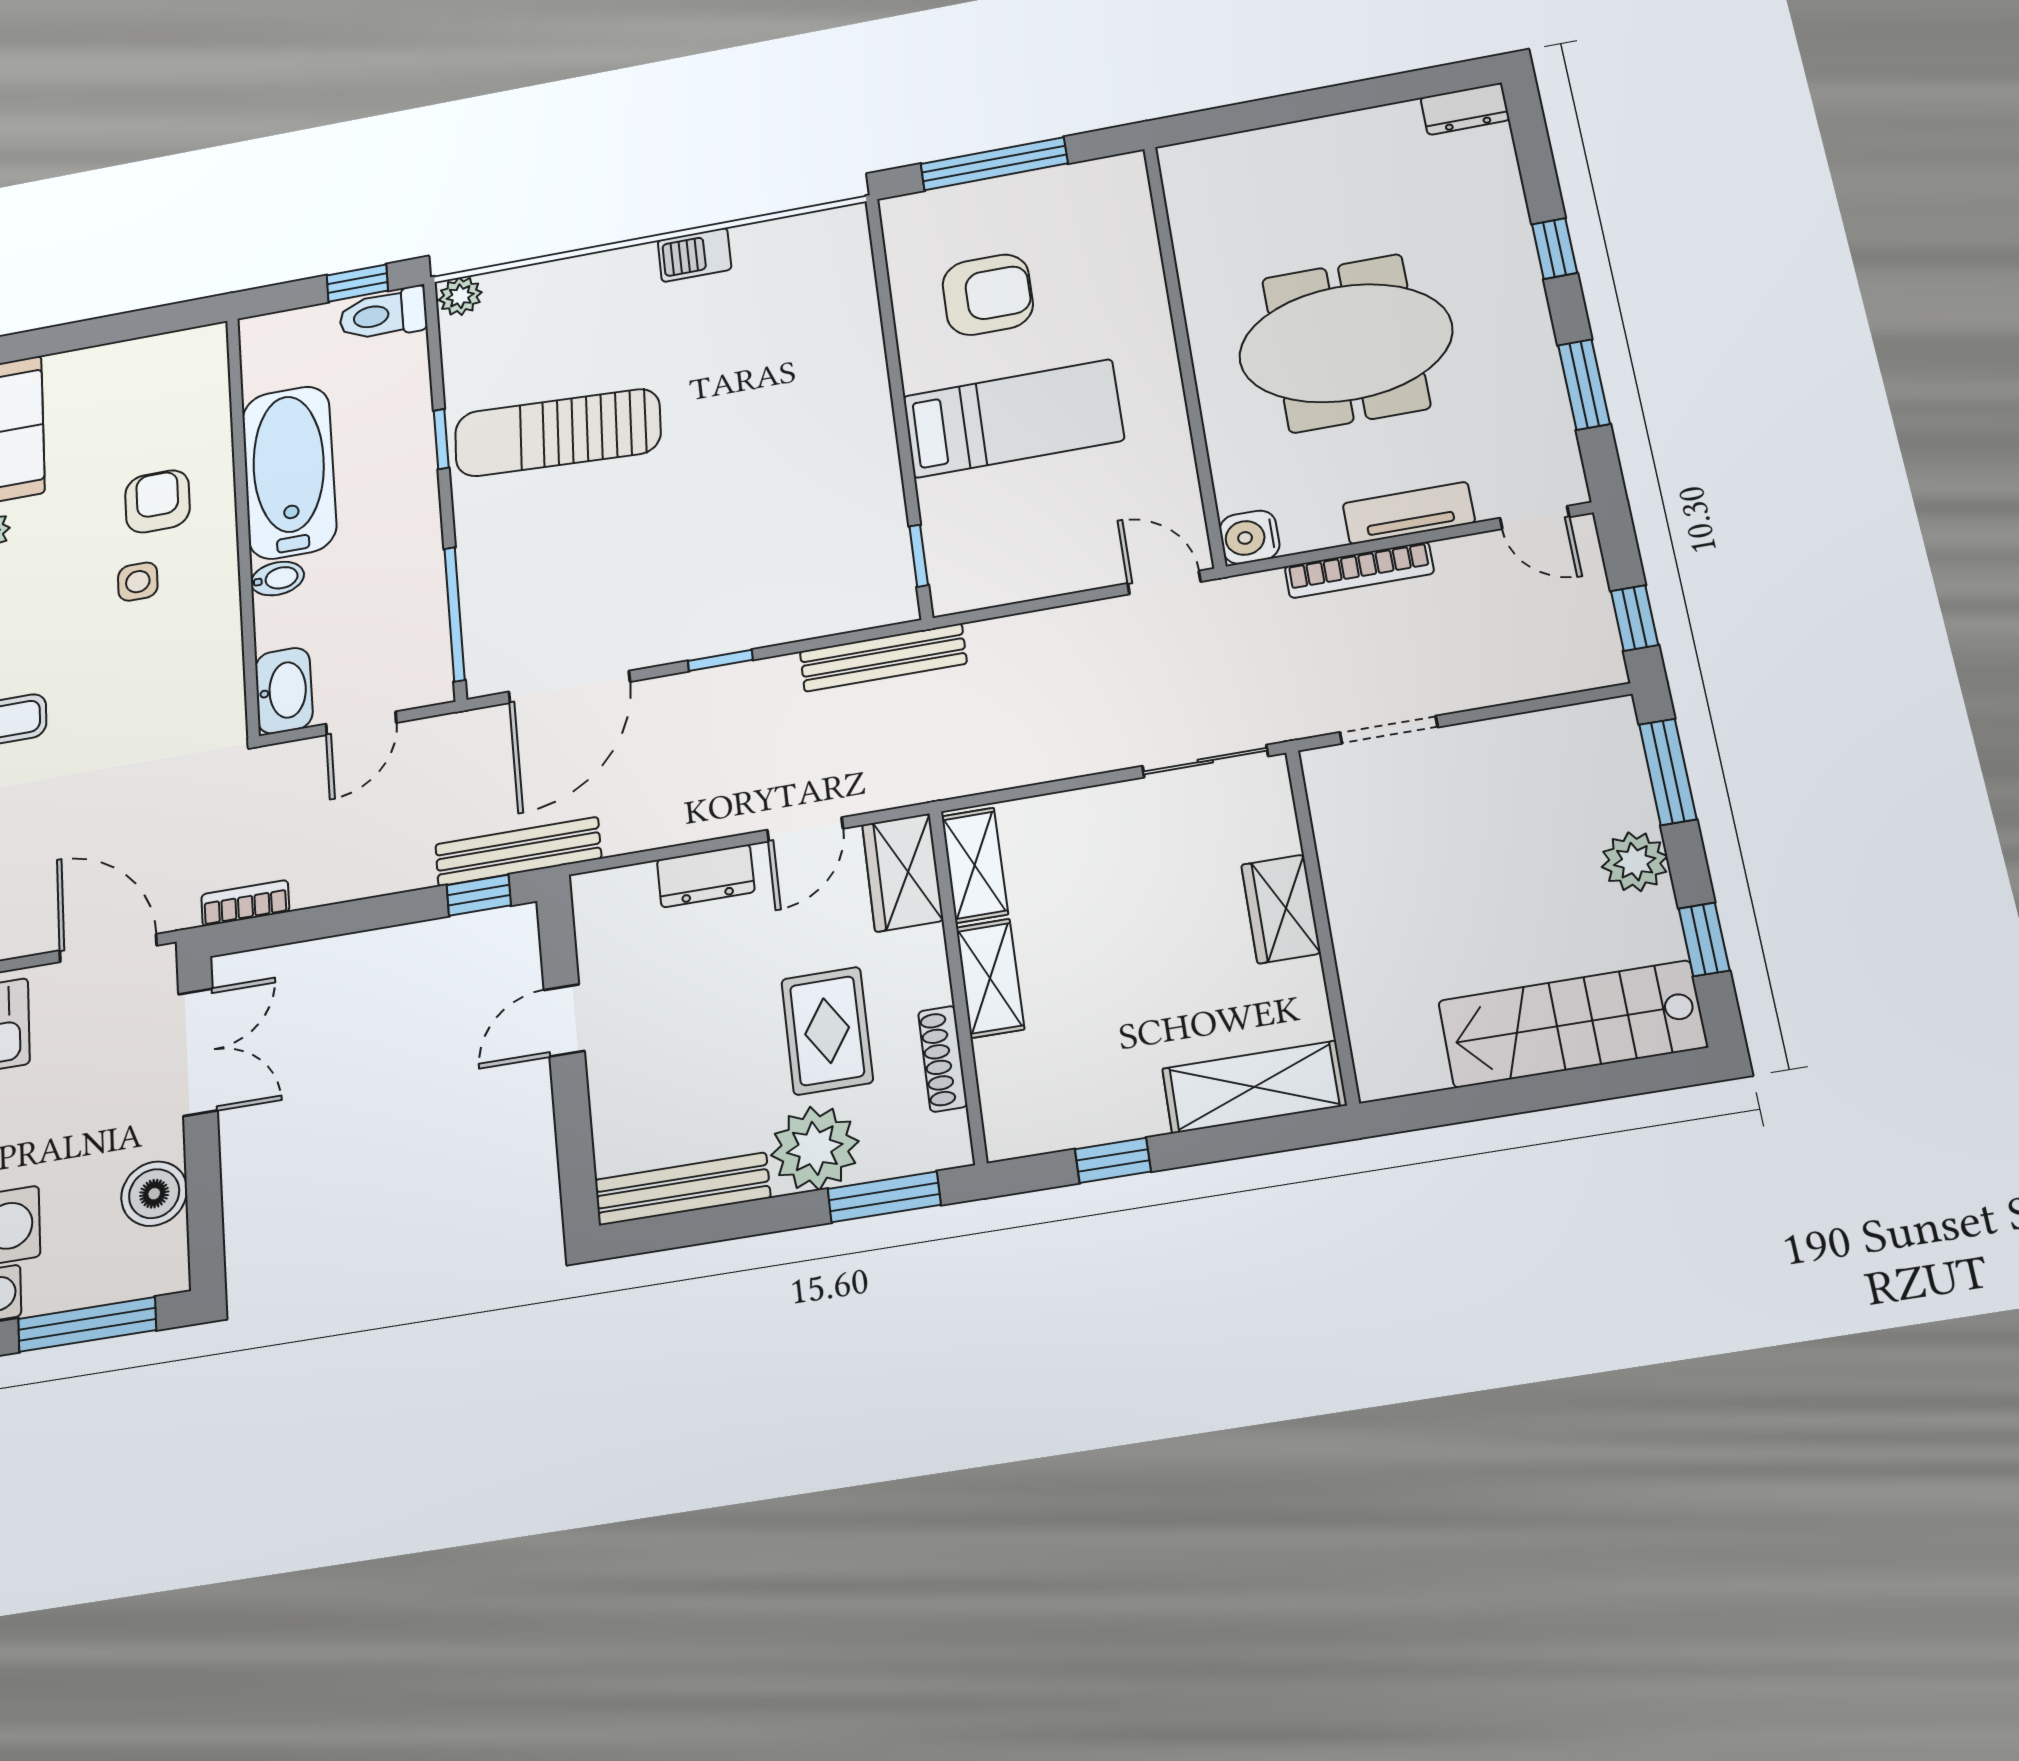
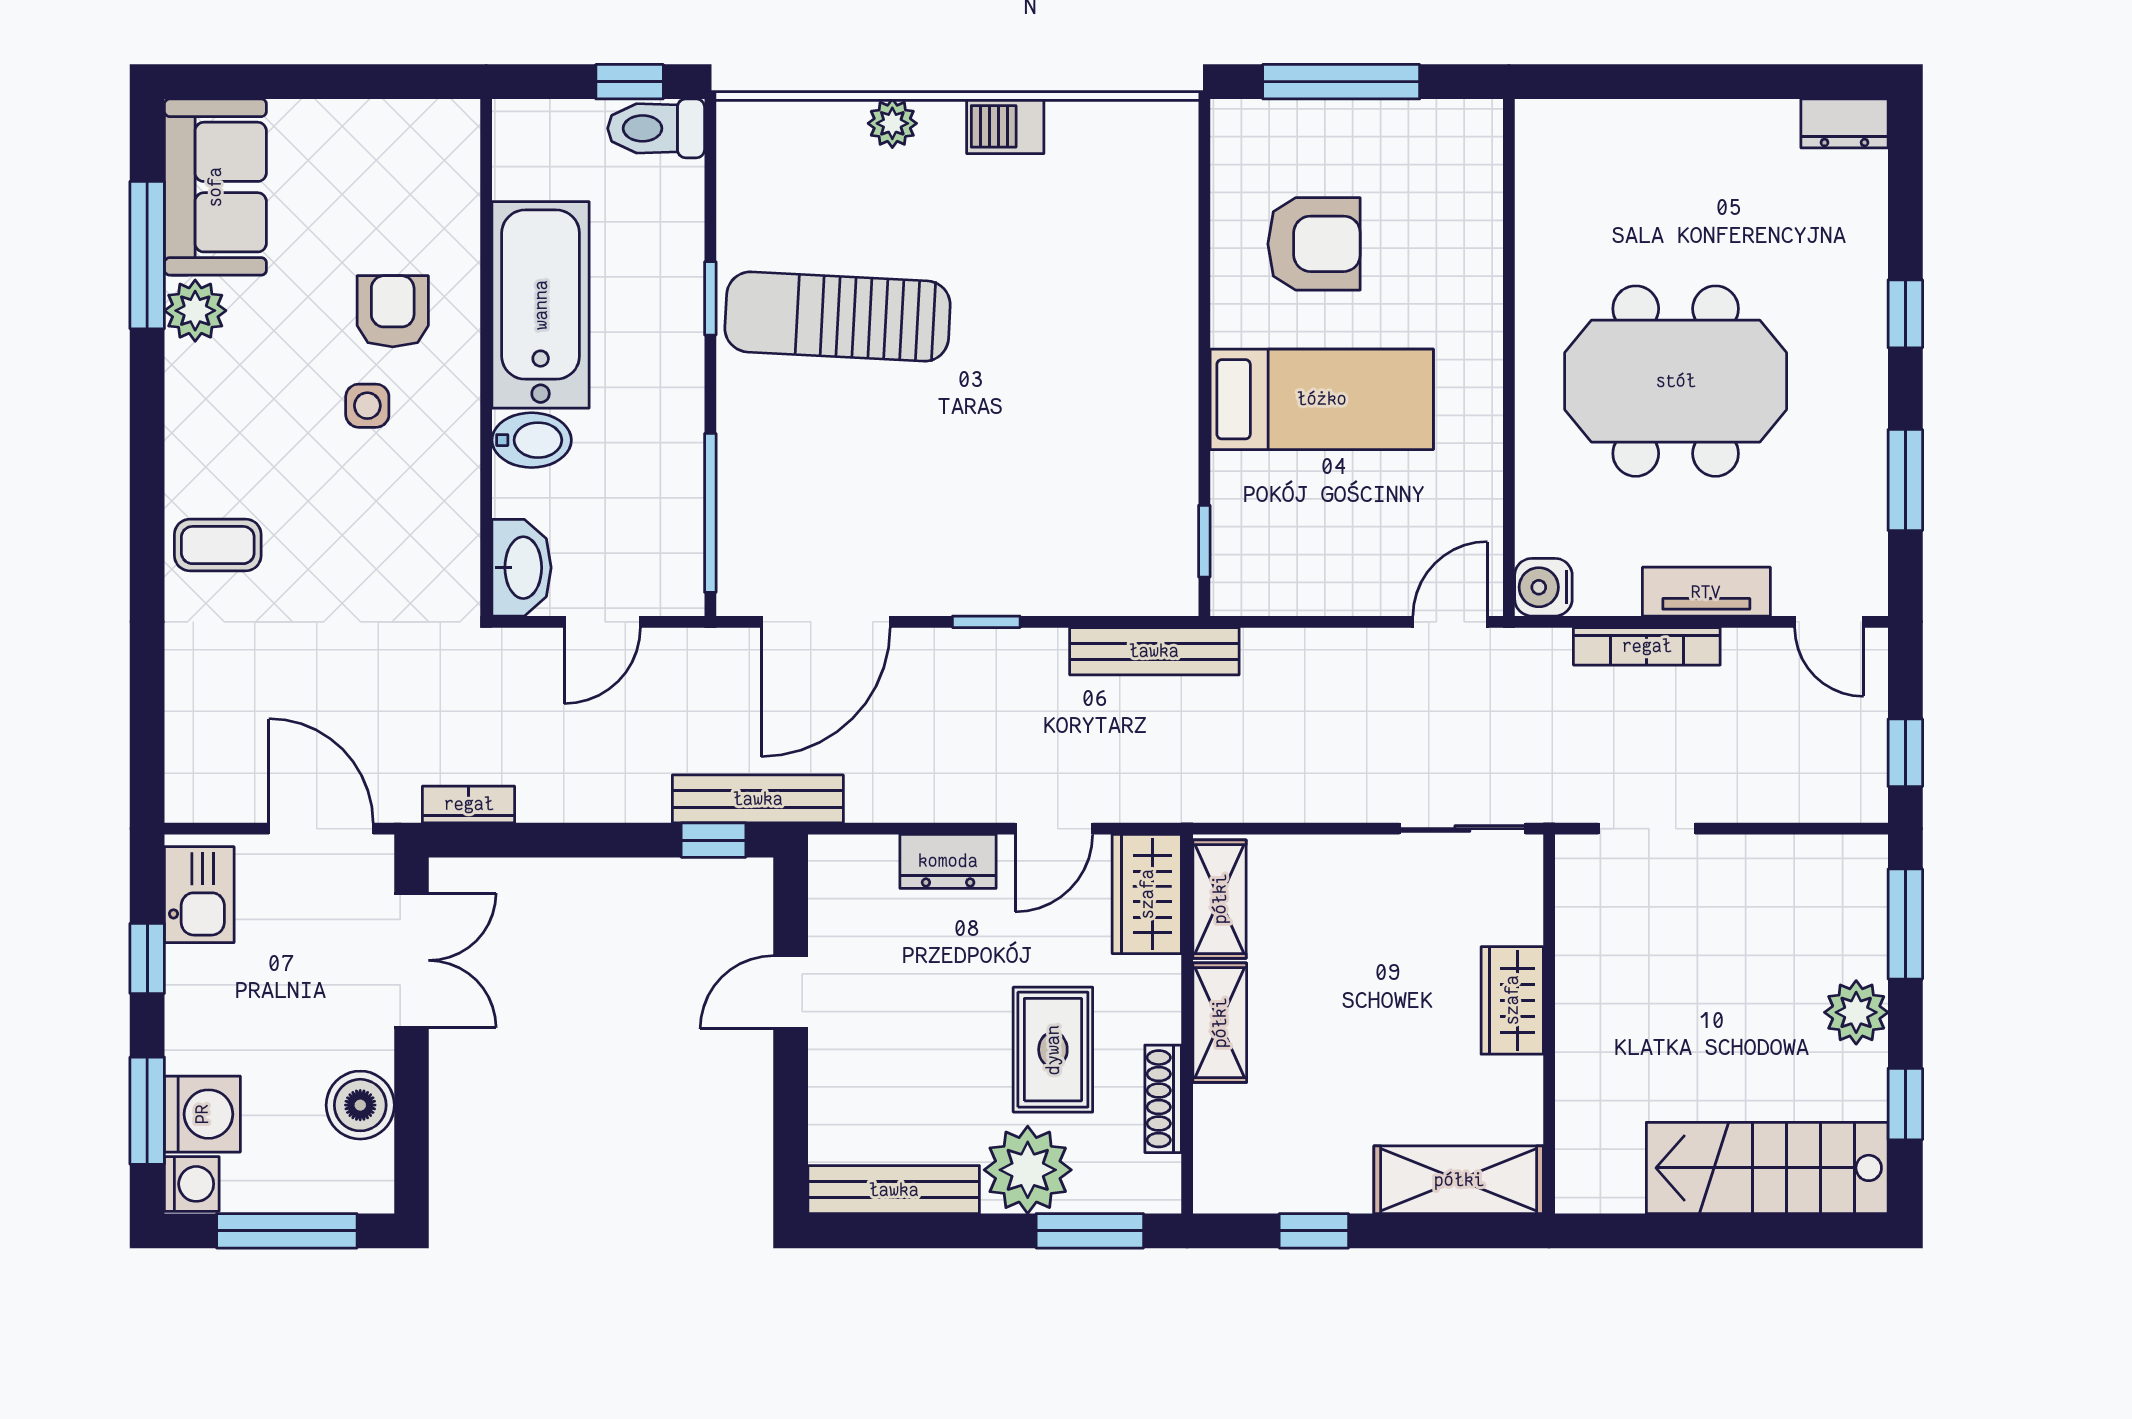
plant: (460, 296) -> (892, 123), moved
bidet: (277, 579) -> (532, 440), width x1.38, depth x1.36
door: (1164, 582) -> (1450, 622), hinge flipped

